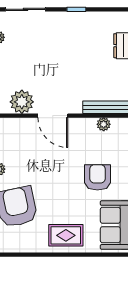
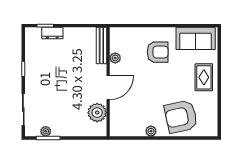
plant: (104, 124) -> (115, 58), moved
armchair: (97, 177) -> (158, 52), turned 180

